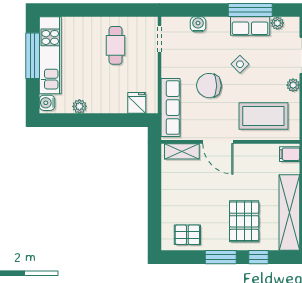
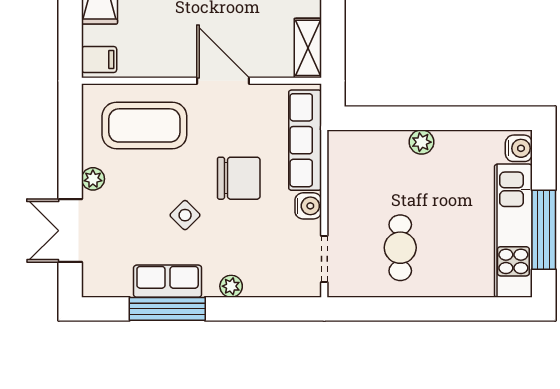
plant: (277, 23) -> (231, 286), moved
water cooler: (198, 24) -> (308, 206), moved, turned -90
fridge: (137, 103) -> (363, 148), removed
plant: (79, 106) -> (421, 142), moved
shelving: (182, 151) -> (308, 48), moved, turned 90

